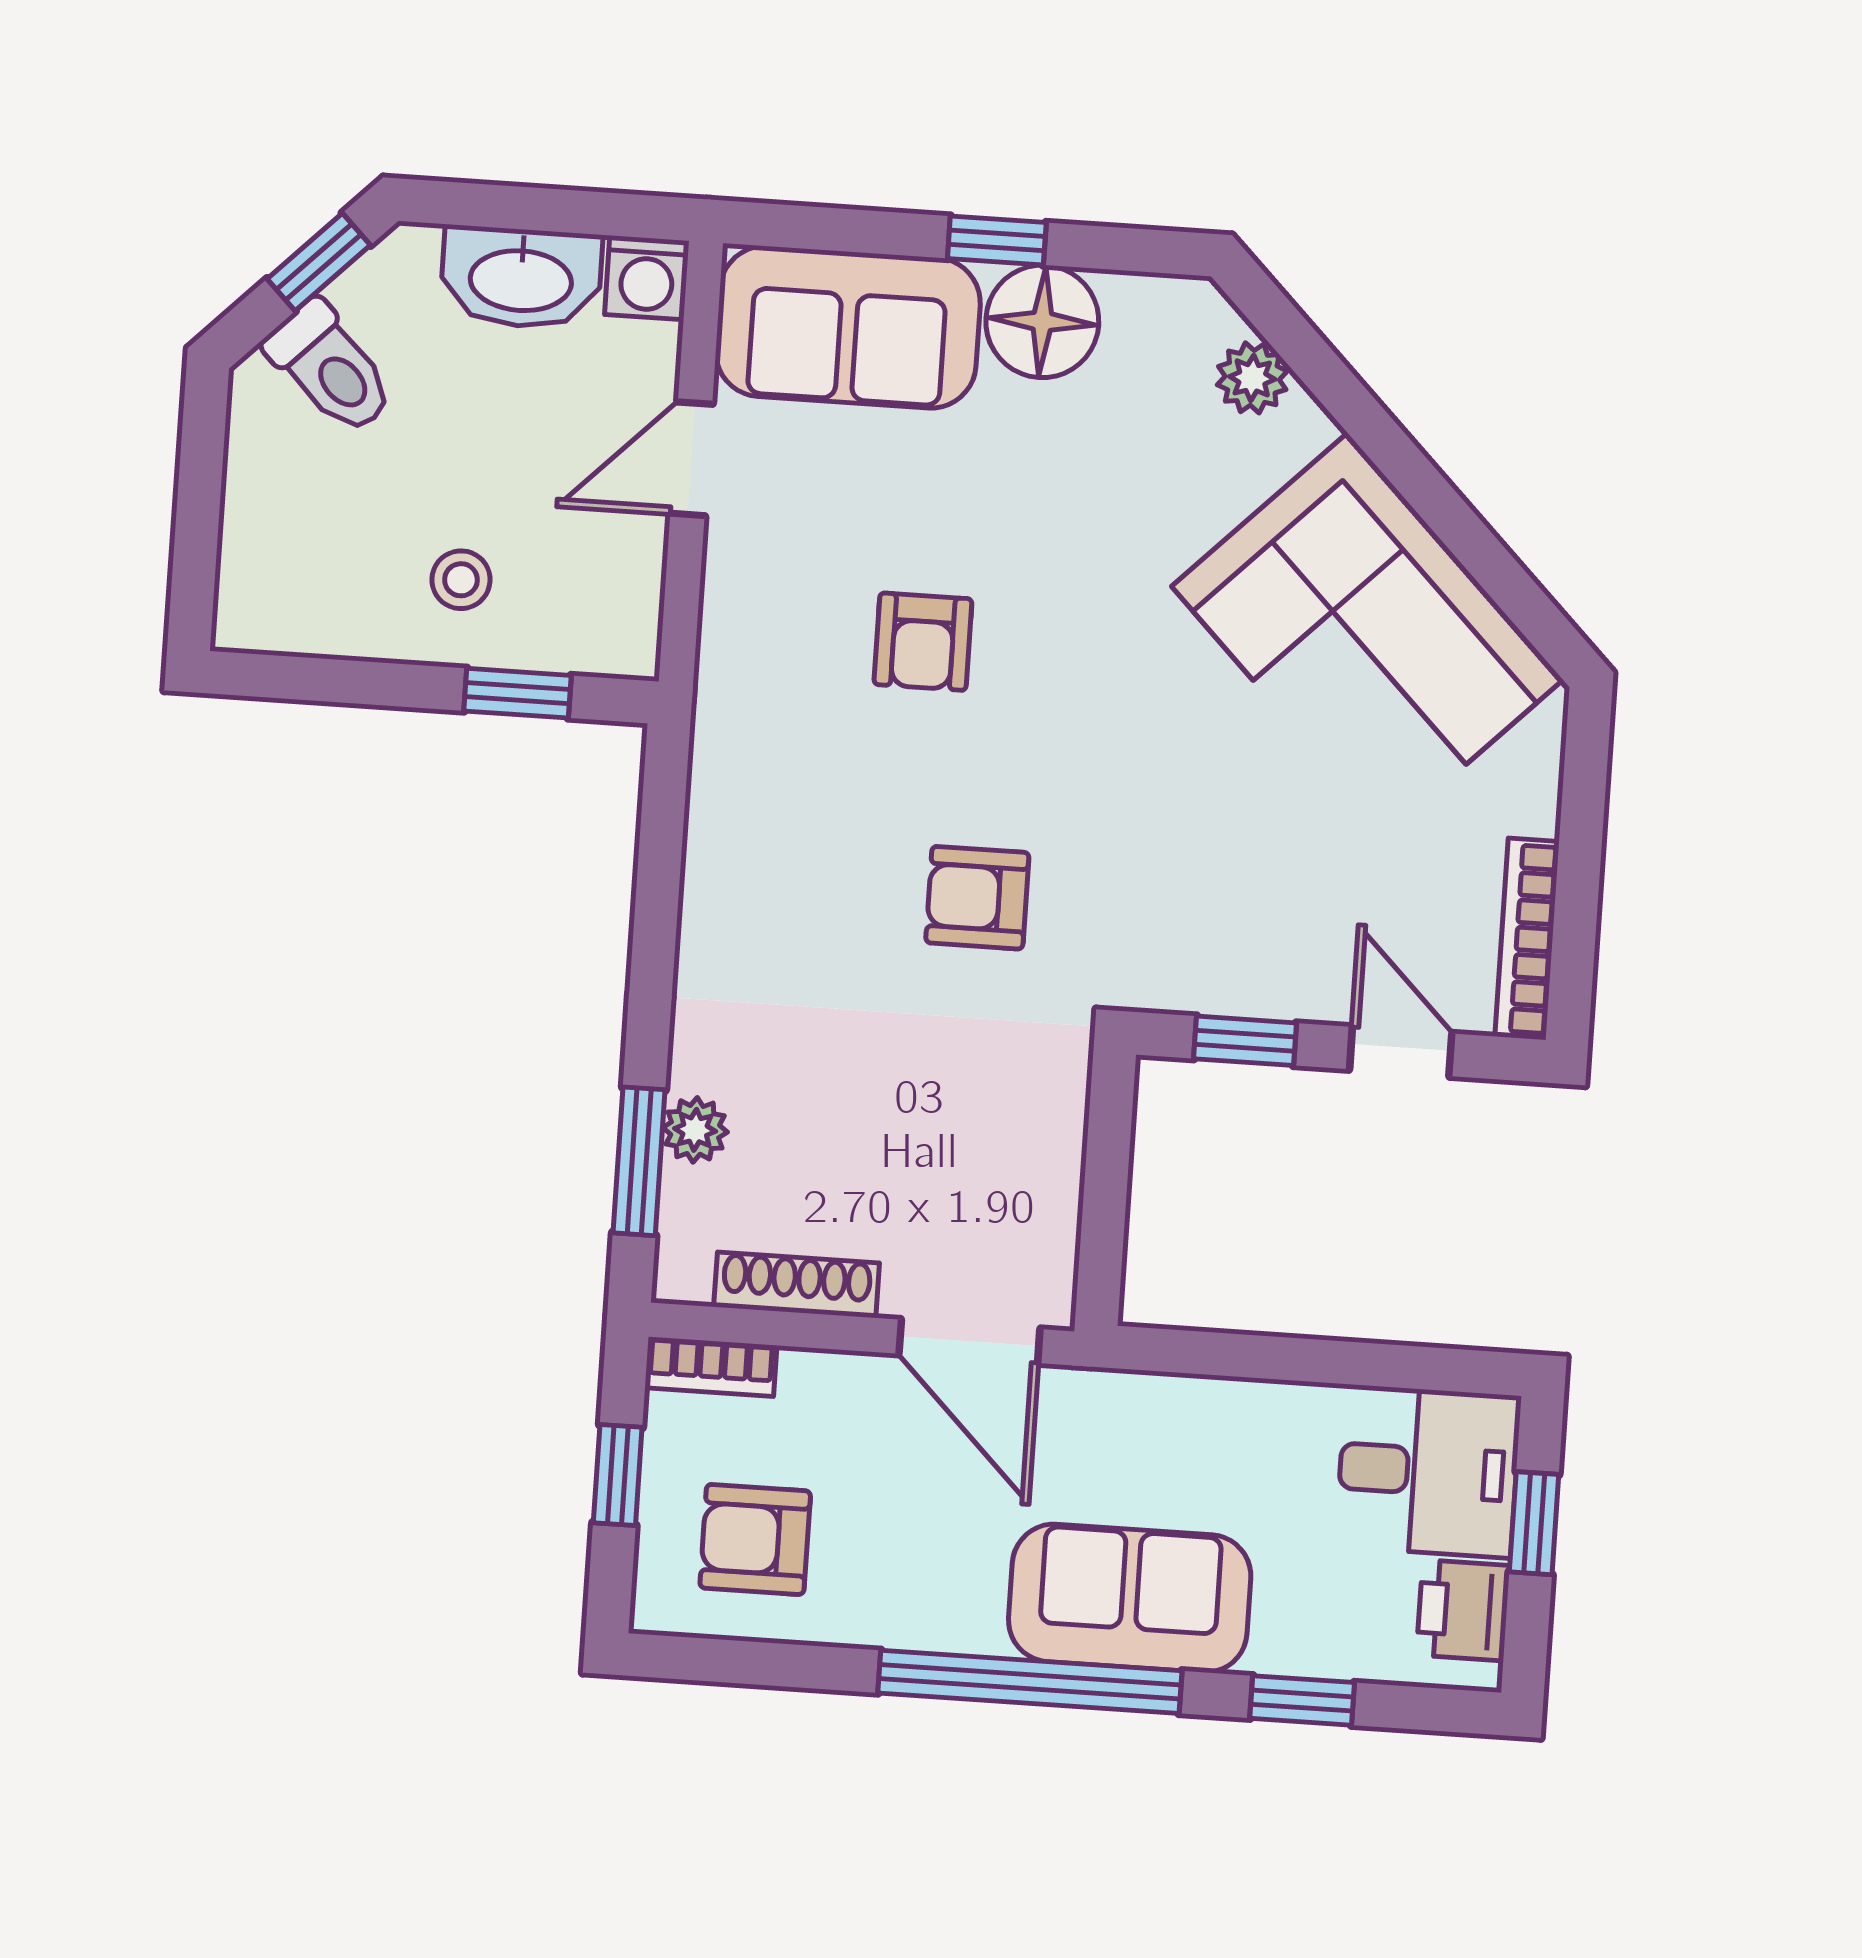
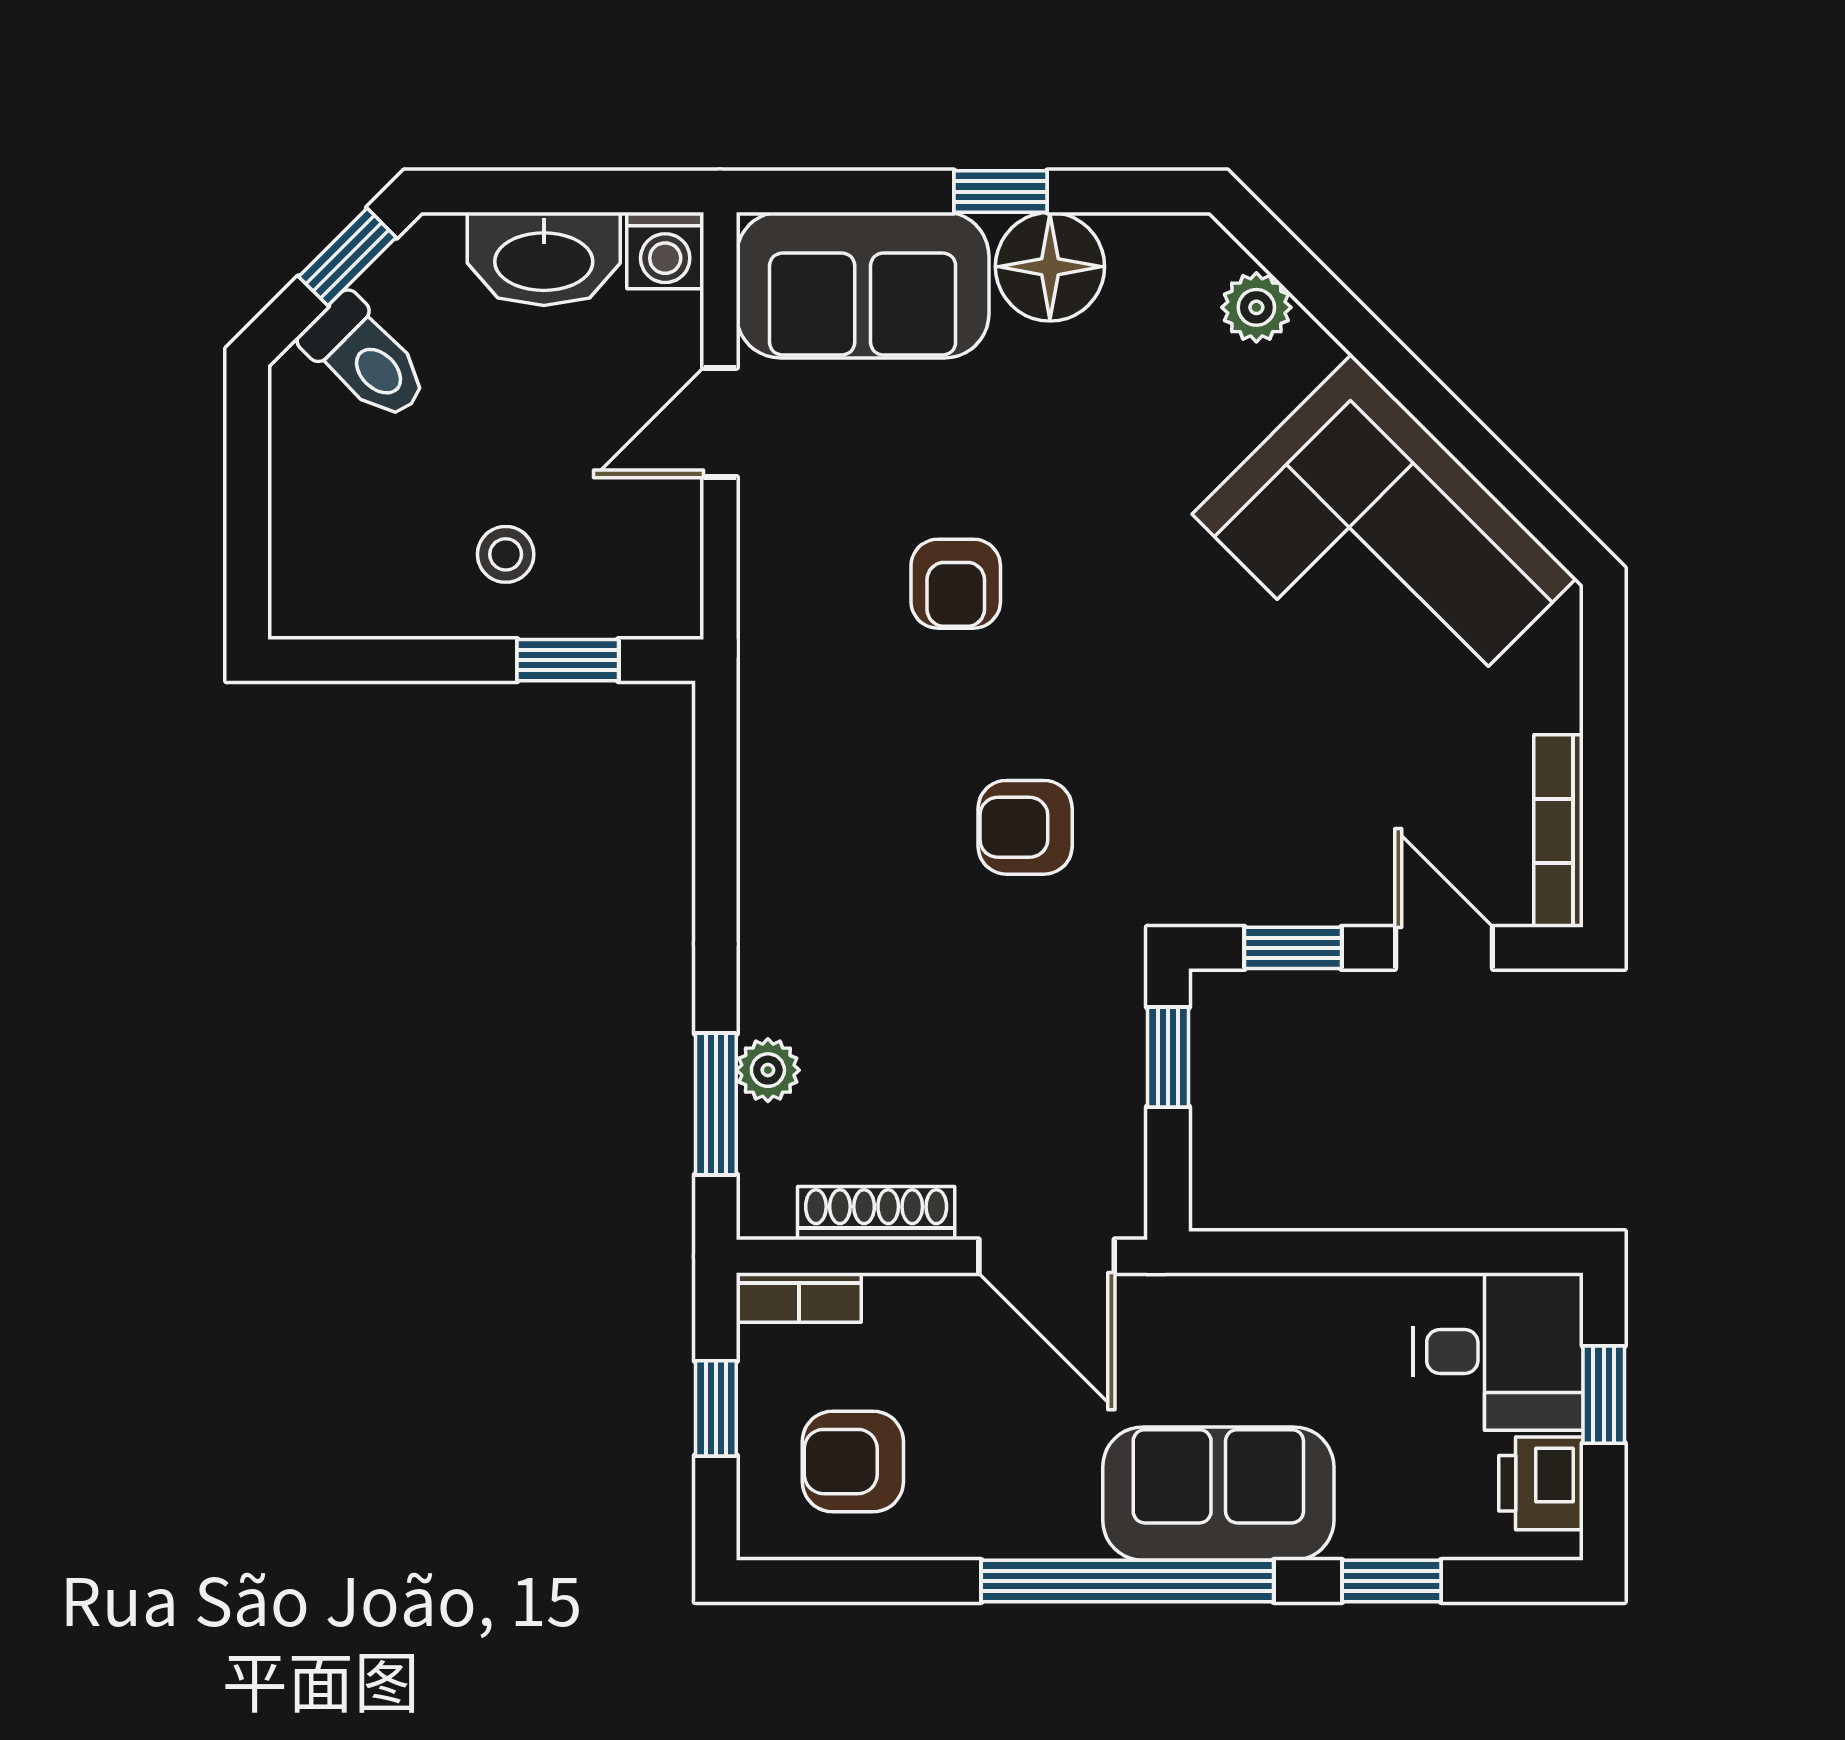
window: (1109, 1145) -> (1168, 1057), added

